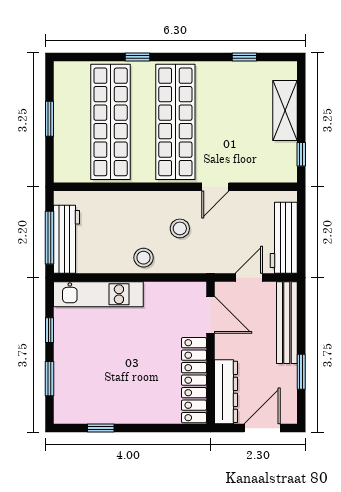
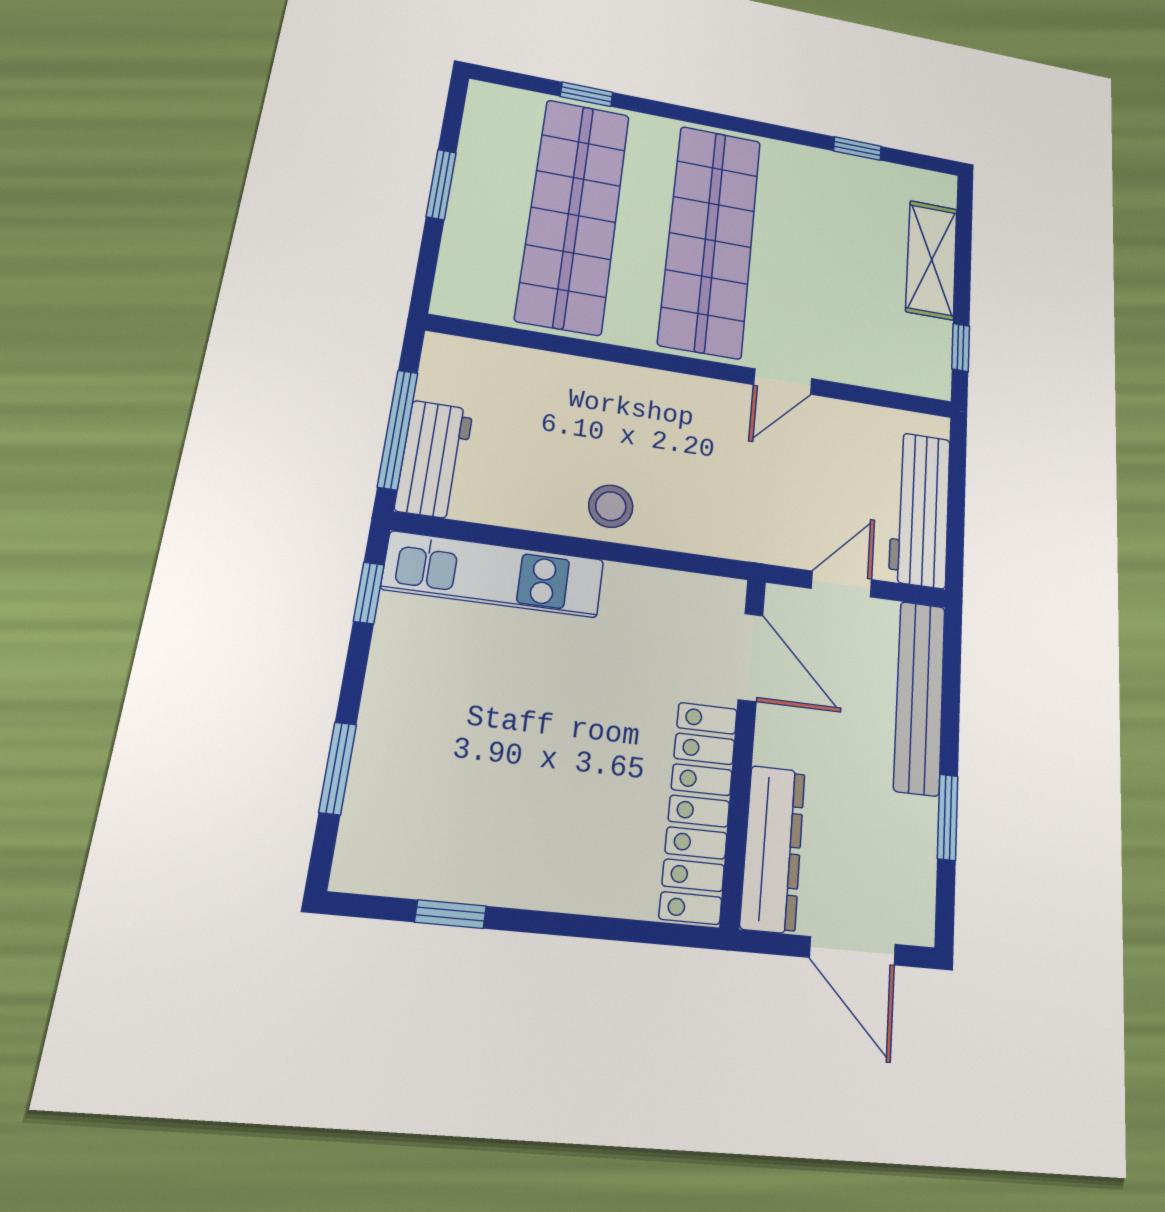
window: (137, 57) -> (587, 94), moved
stool: (180, 228) -> (699, 455), removed
workbench: (67, 239) -> (434, 460), width x0.73
window: (50, 330) -> (369, 593), moved
door: (262, 428) -> (852, 951), swing flipped

